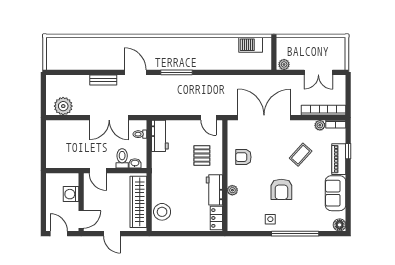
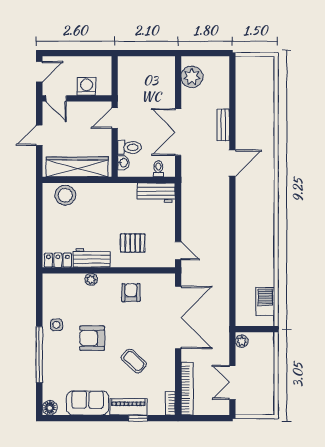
window: (177, 72) -> (232, 213), removed
door: (208, 118) -> (178, 251), swing flipped
plant: (320, 125) -> (169, 384), removed

